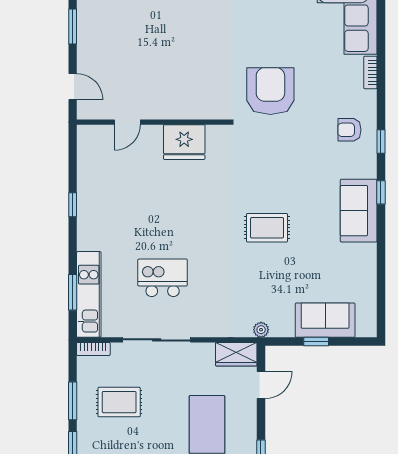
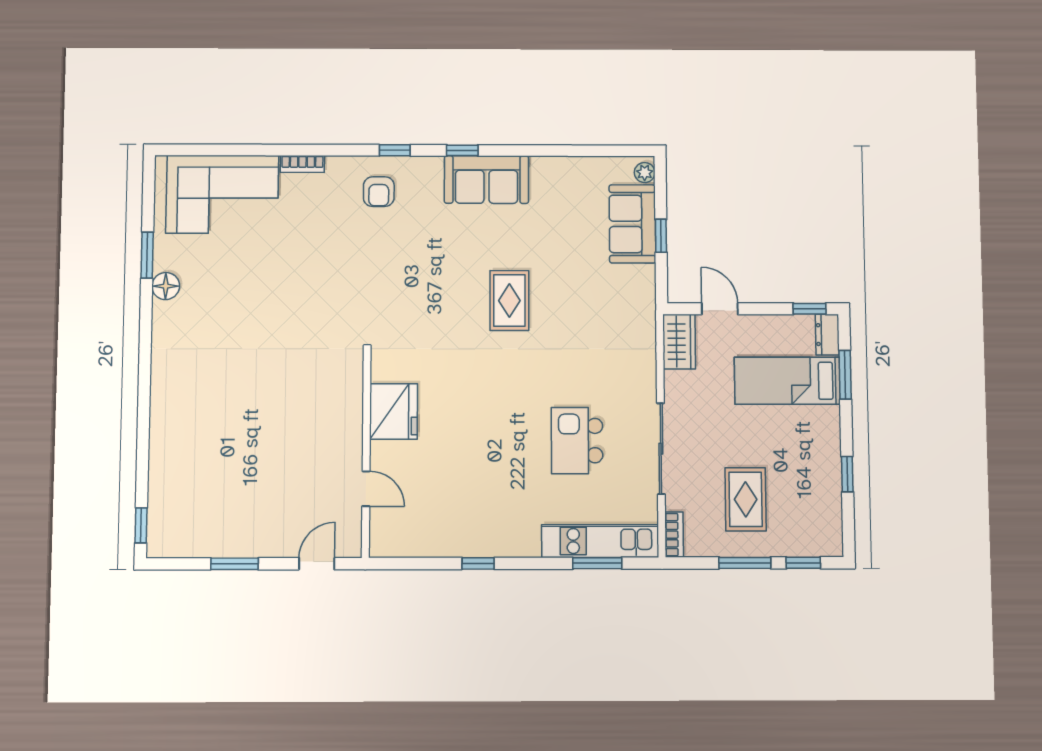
armchair: (270, 91) -> (326, 296), removed
plant: (261, 330) -> (645, 173), moved

